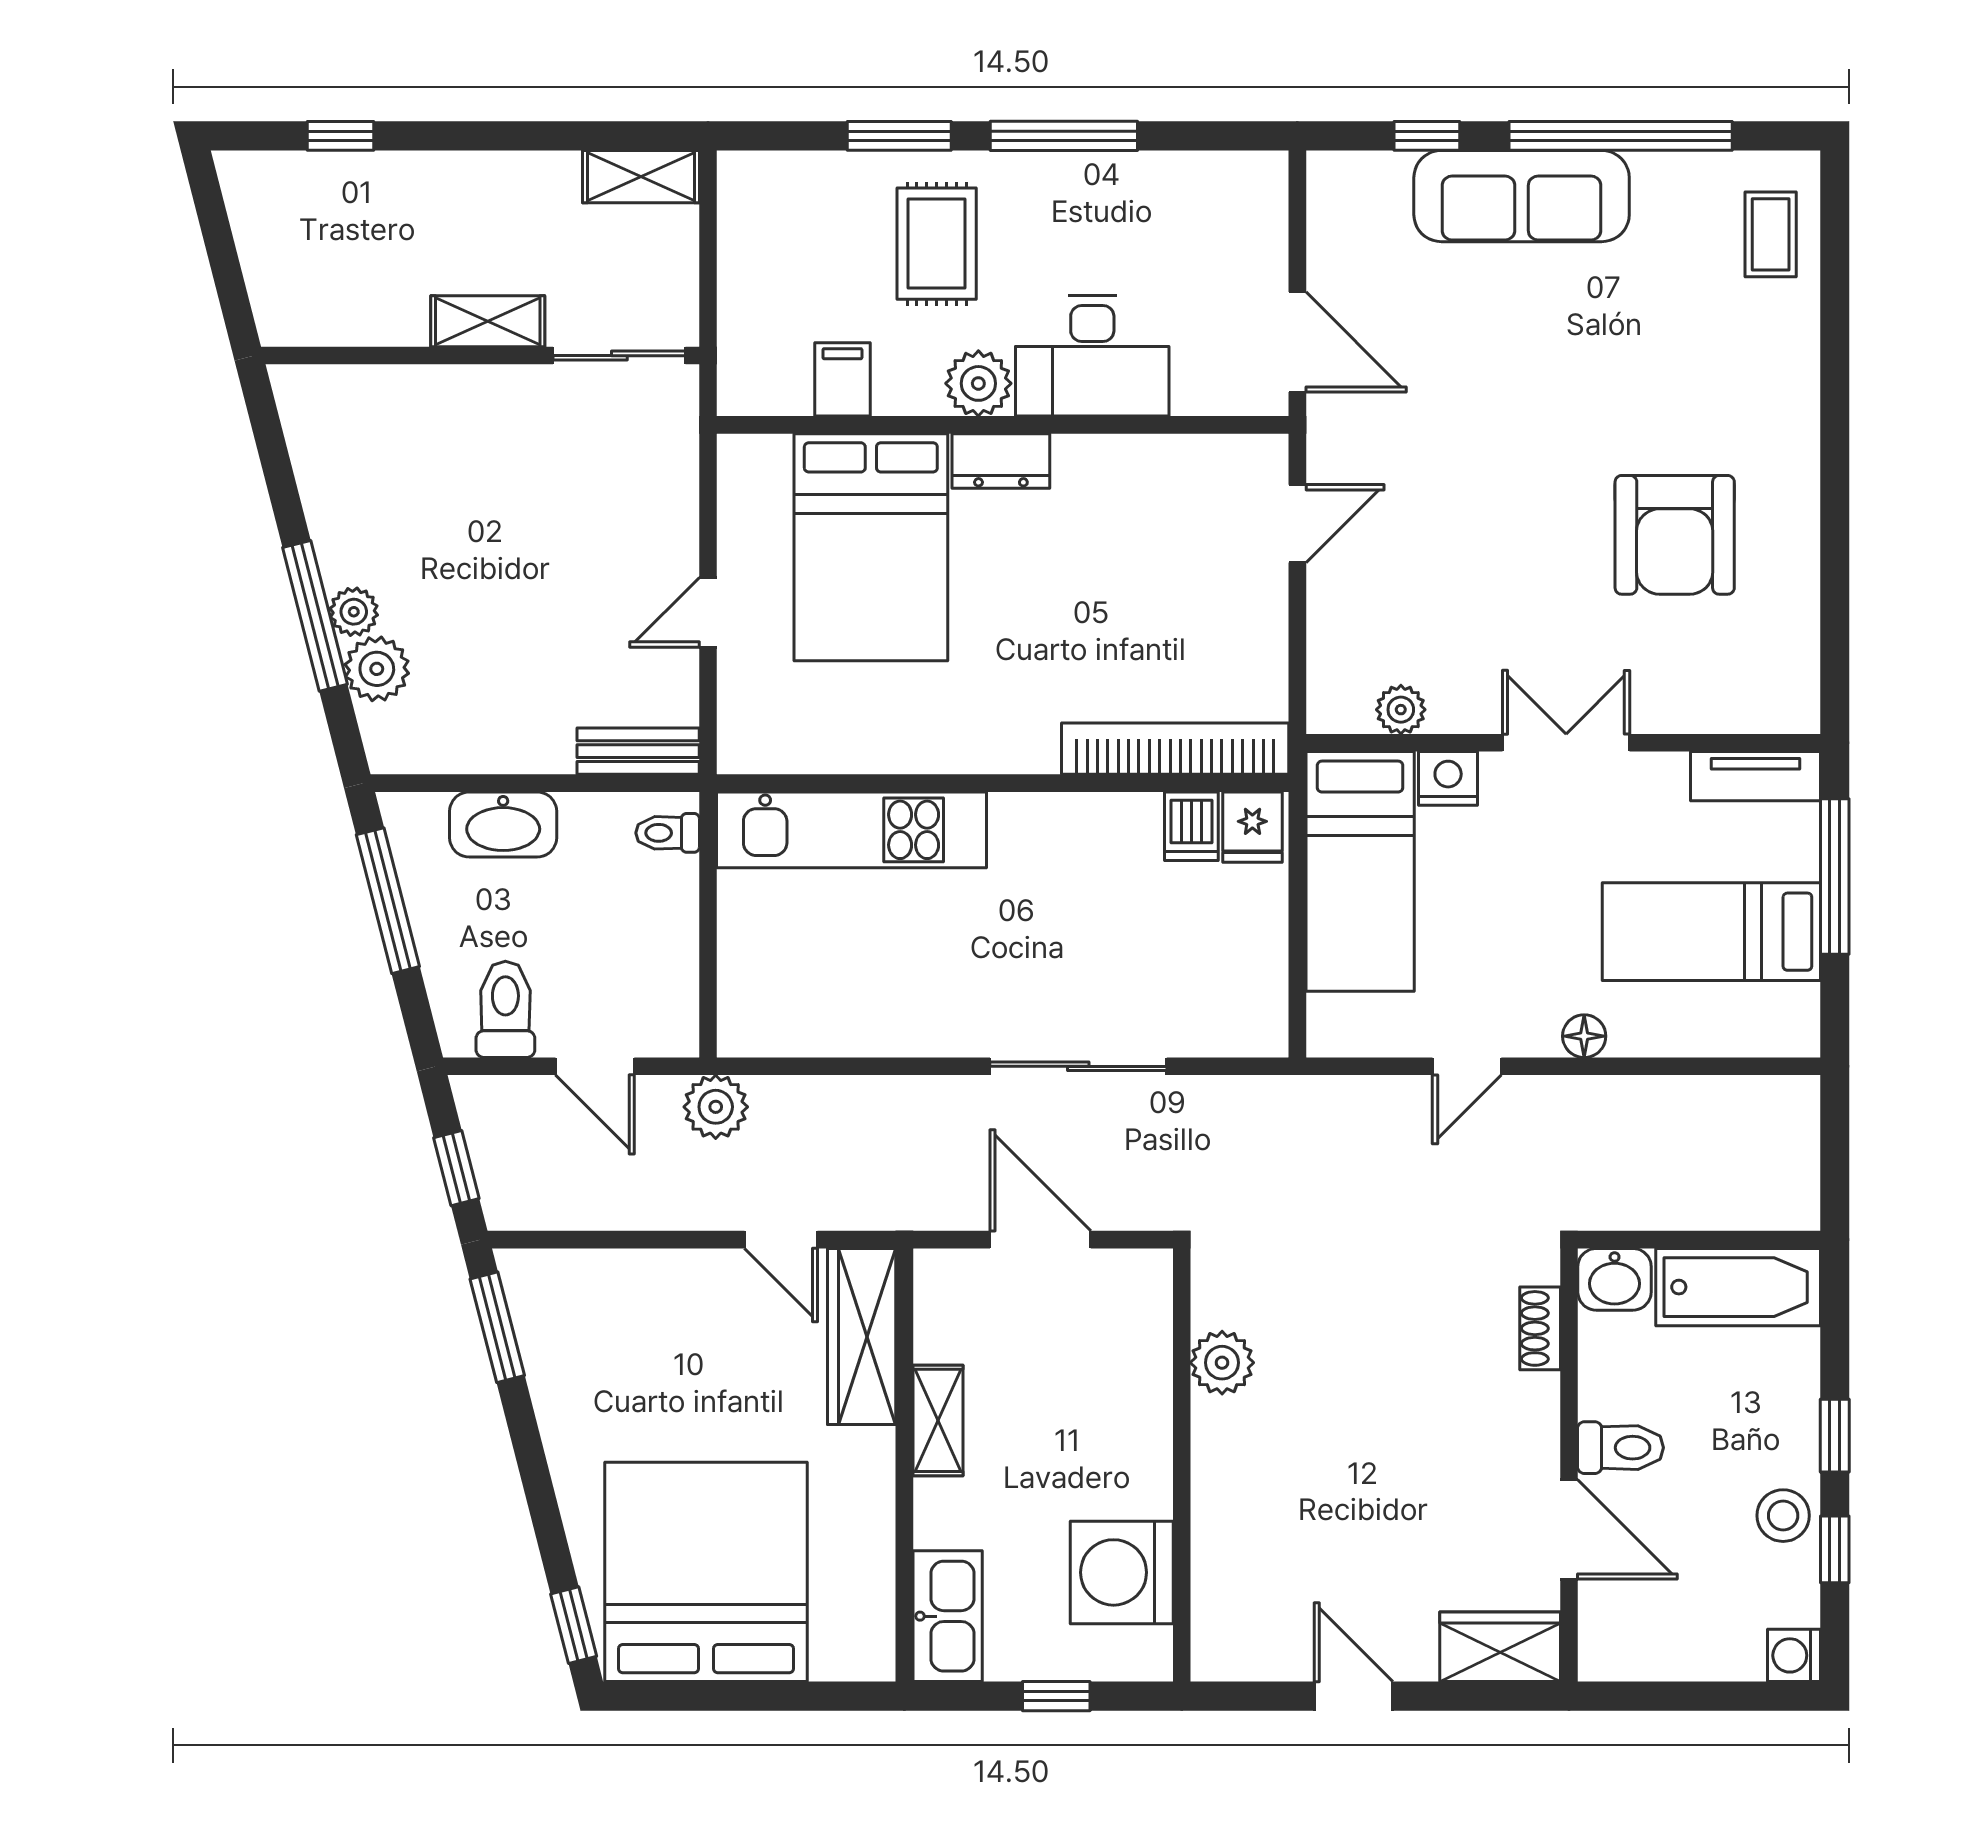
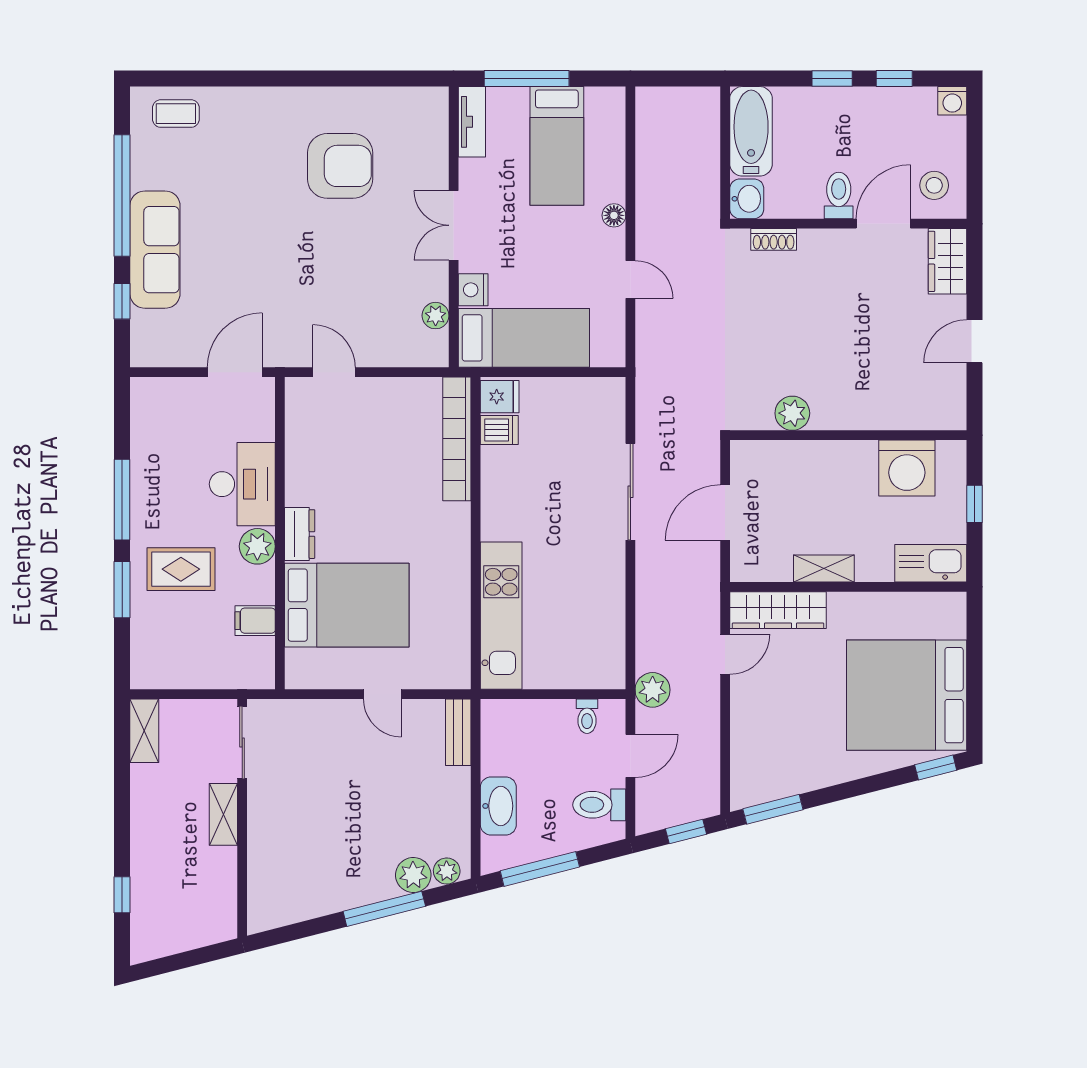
plant: (354, 612) -> (447, 871), moved
toilet: (668, 833) -> (587, 716), moved
stool: (1783, 1516) -> (934, 185), moved

